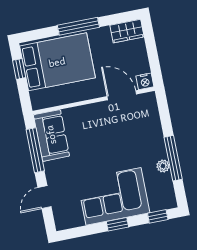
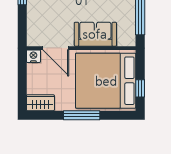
bed: (57, 62) -> (106, 81), width x1.36
sofa: (51, 135) -> (95, 34), moved, turned 90

